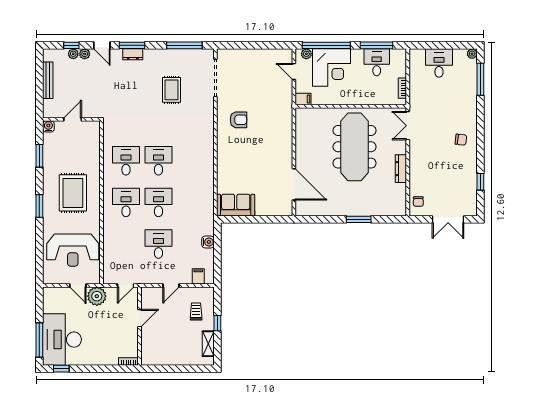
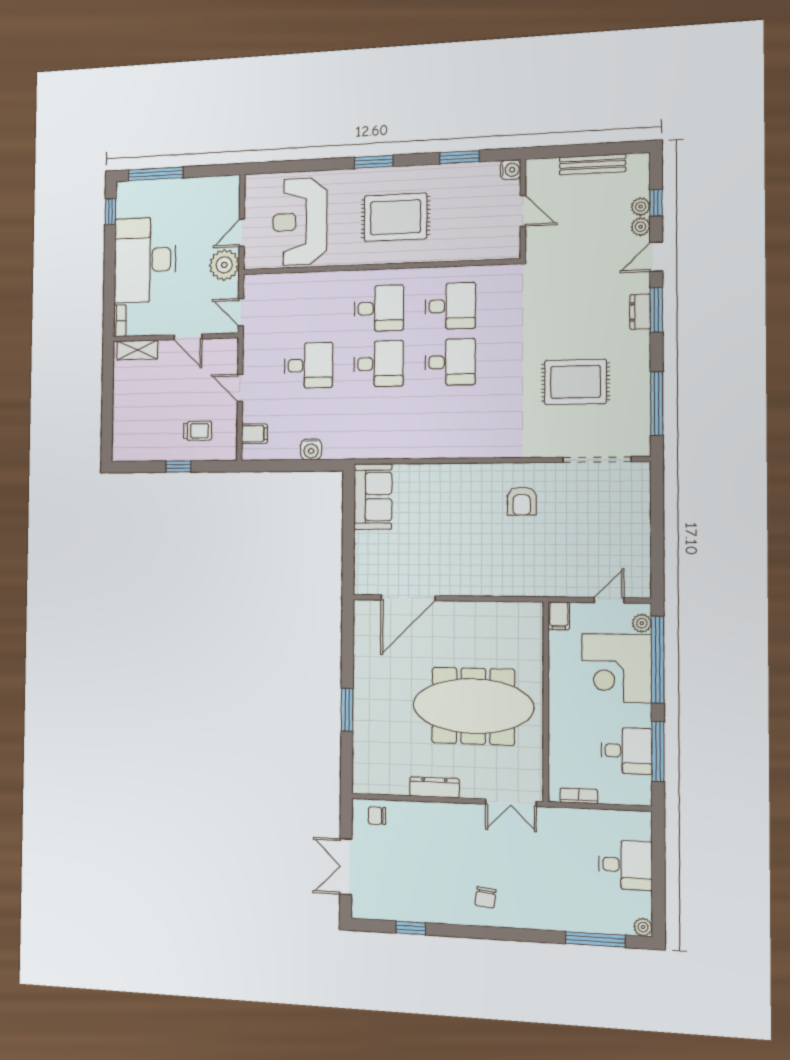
rug: (171, 90) -> (575, 382), width x1.36, depth x1.43
double door: (408, 126) -> (511, 803), swing flipped
desk: (62, 340) -> (145, 260), moved, turned -90
shelving: (208, 344) -> (137, 350), moved

